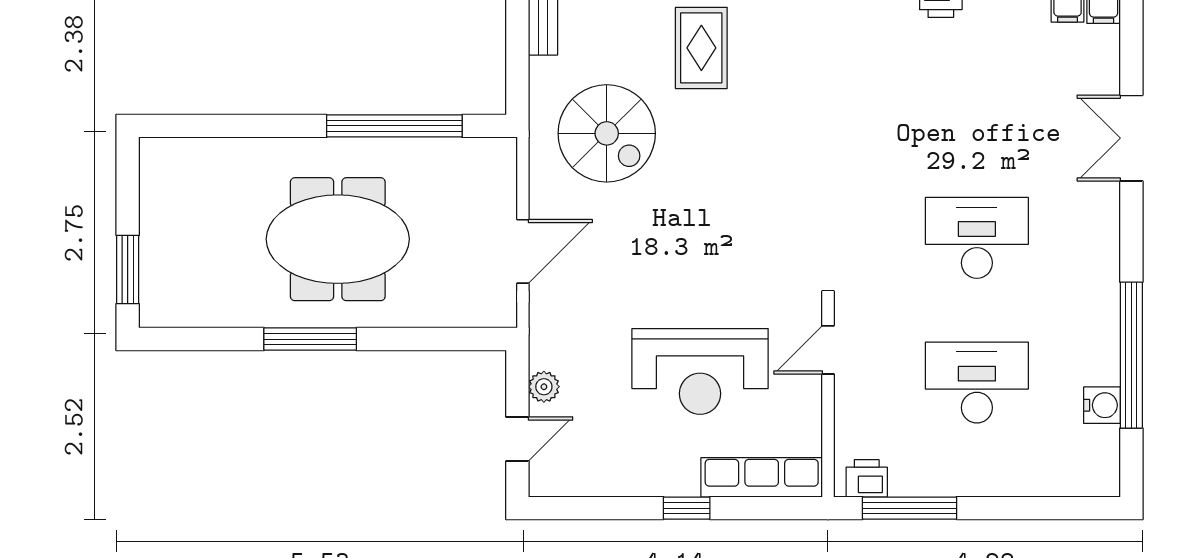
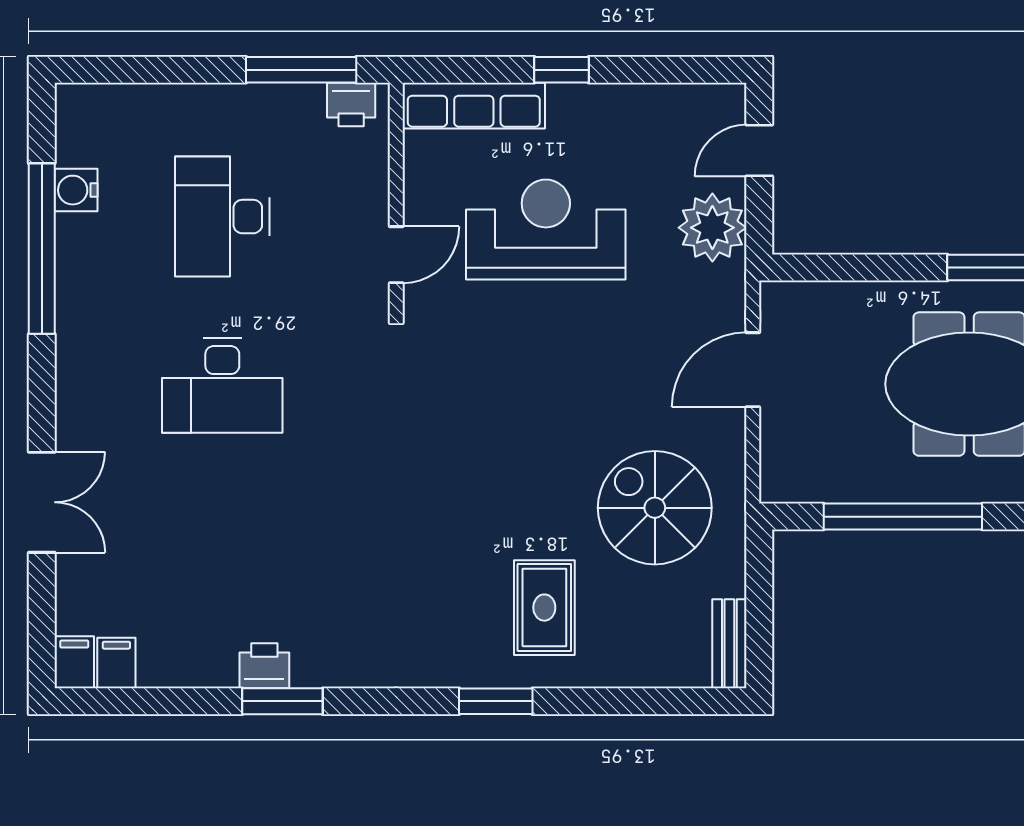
desk: (977, 383) -> (222, 217), turned 90
plant: (544, 387) -> (712, 228), width x1.88, depth x1.88

